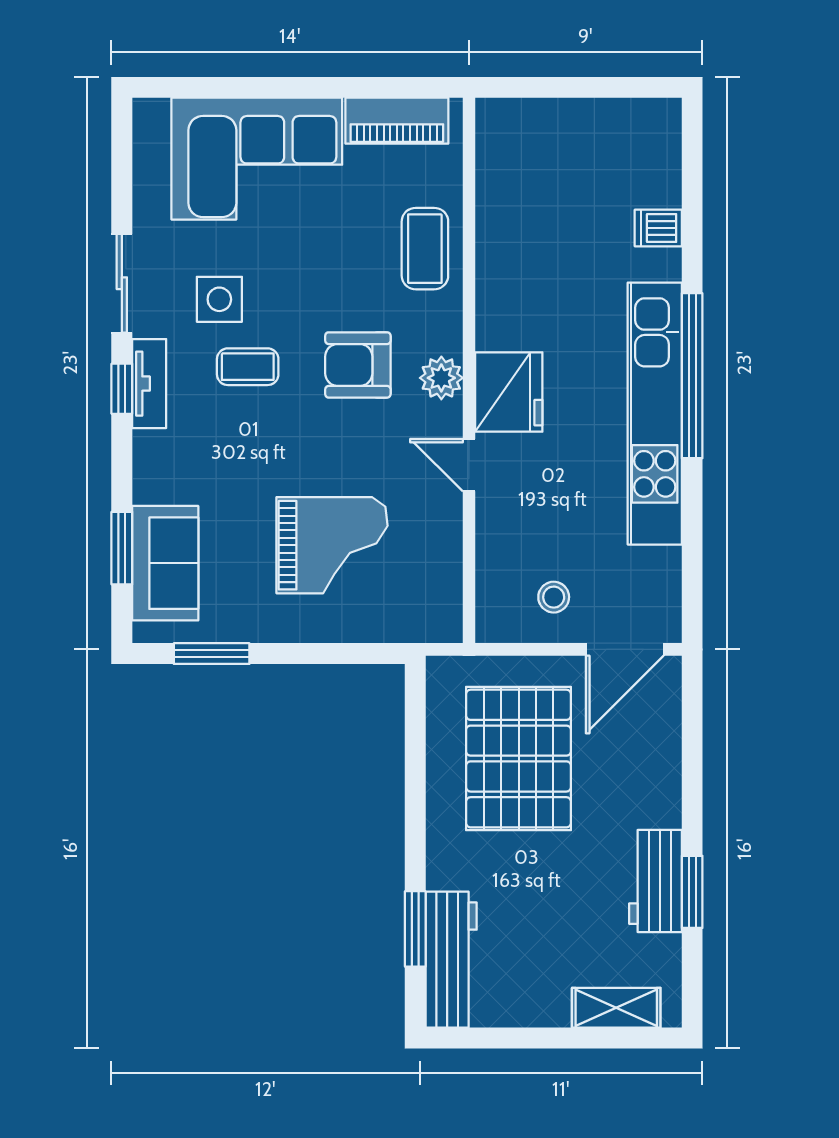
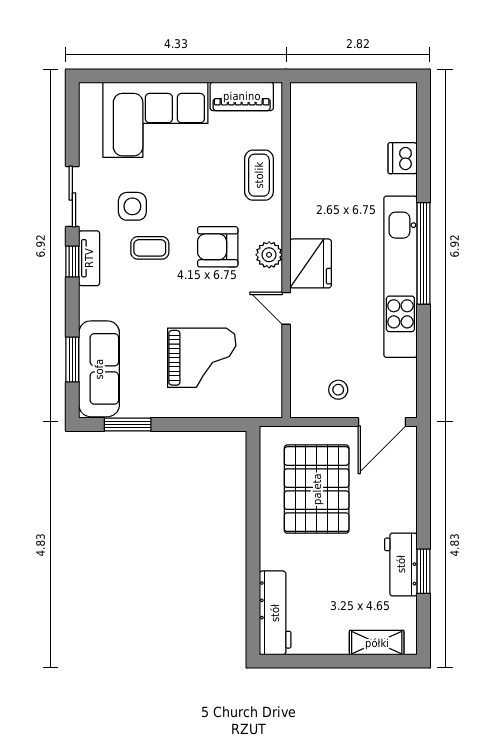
dishwasher: (658, 228) -> (403, 158), width x1.38
sofa: (165, 563) -> (99, 369), width x1.36
window: (415, 929) -> (253, 594), removed

